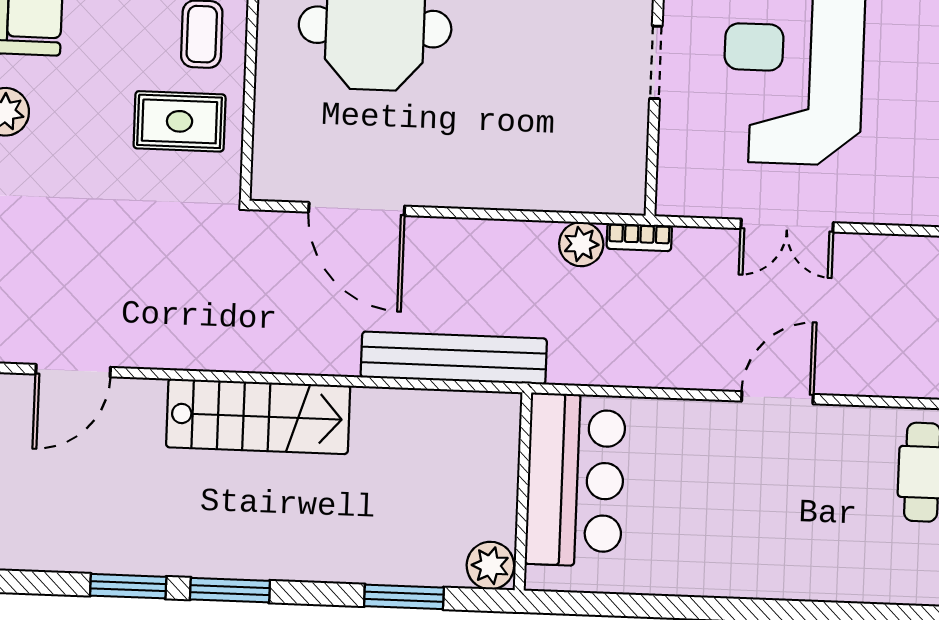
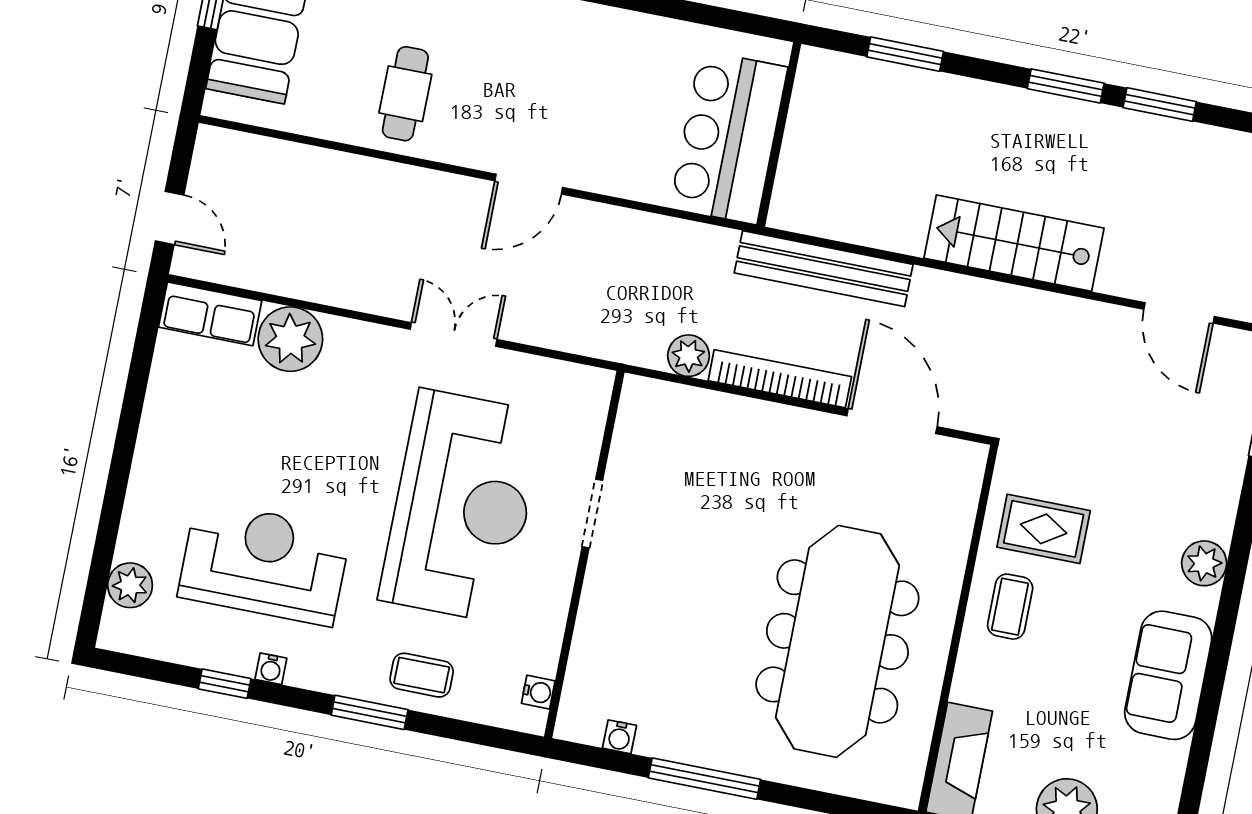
double door: (787, 226) -> (454, 334), moved
bookcase: (639, 237) -> (780, 379), moved, width x2.31, depth x1.31
door: (73, 371) -> (1179, 313), swing flipped
plant: (490, 566) -> (820, 70), removed

